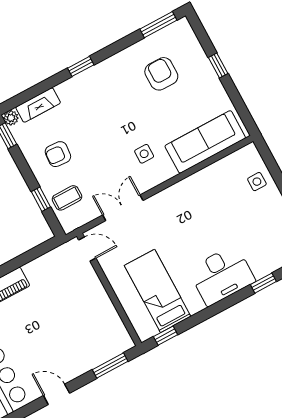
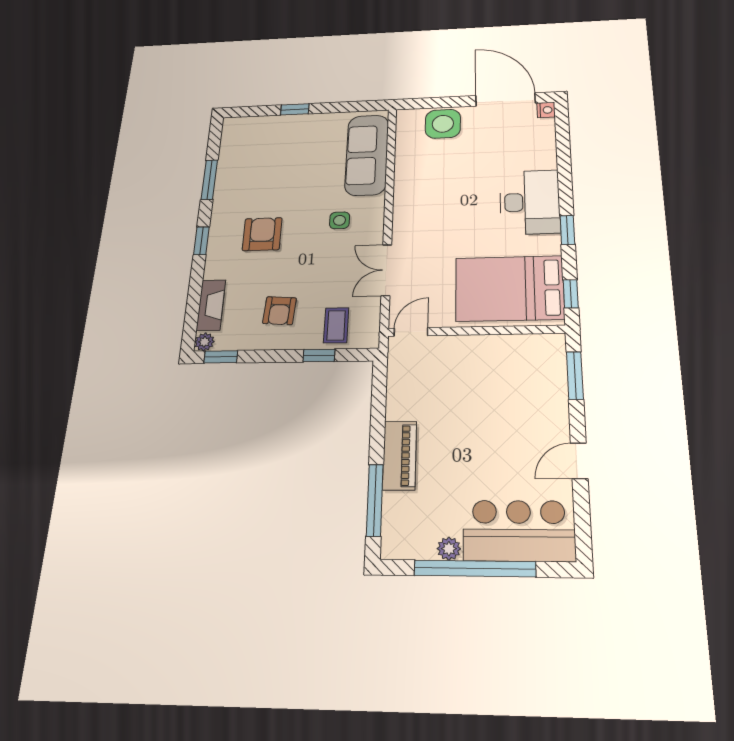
window: (158, 25) -> (209, 180), moved
armchair: (161, 74) -> (262, 234), moved, turned 90
side table: (257, 182) -> (443, 124), width x1.87, depth x1.87
window: (263, 283) -> (567, 230), moved
bed: (158, 291) -> (509, 288), width x1.50

